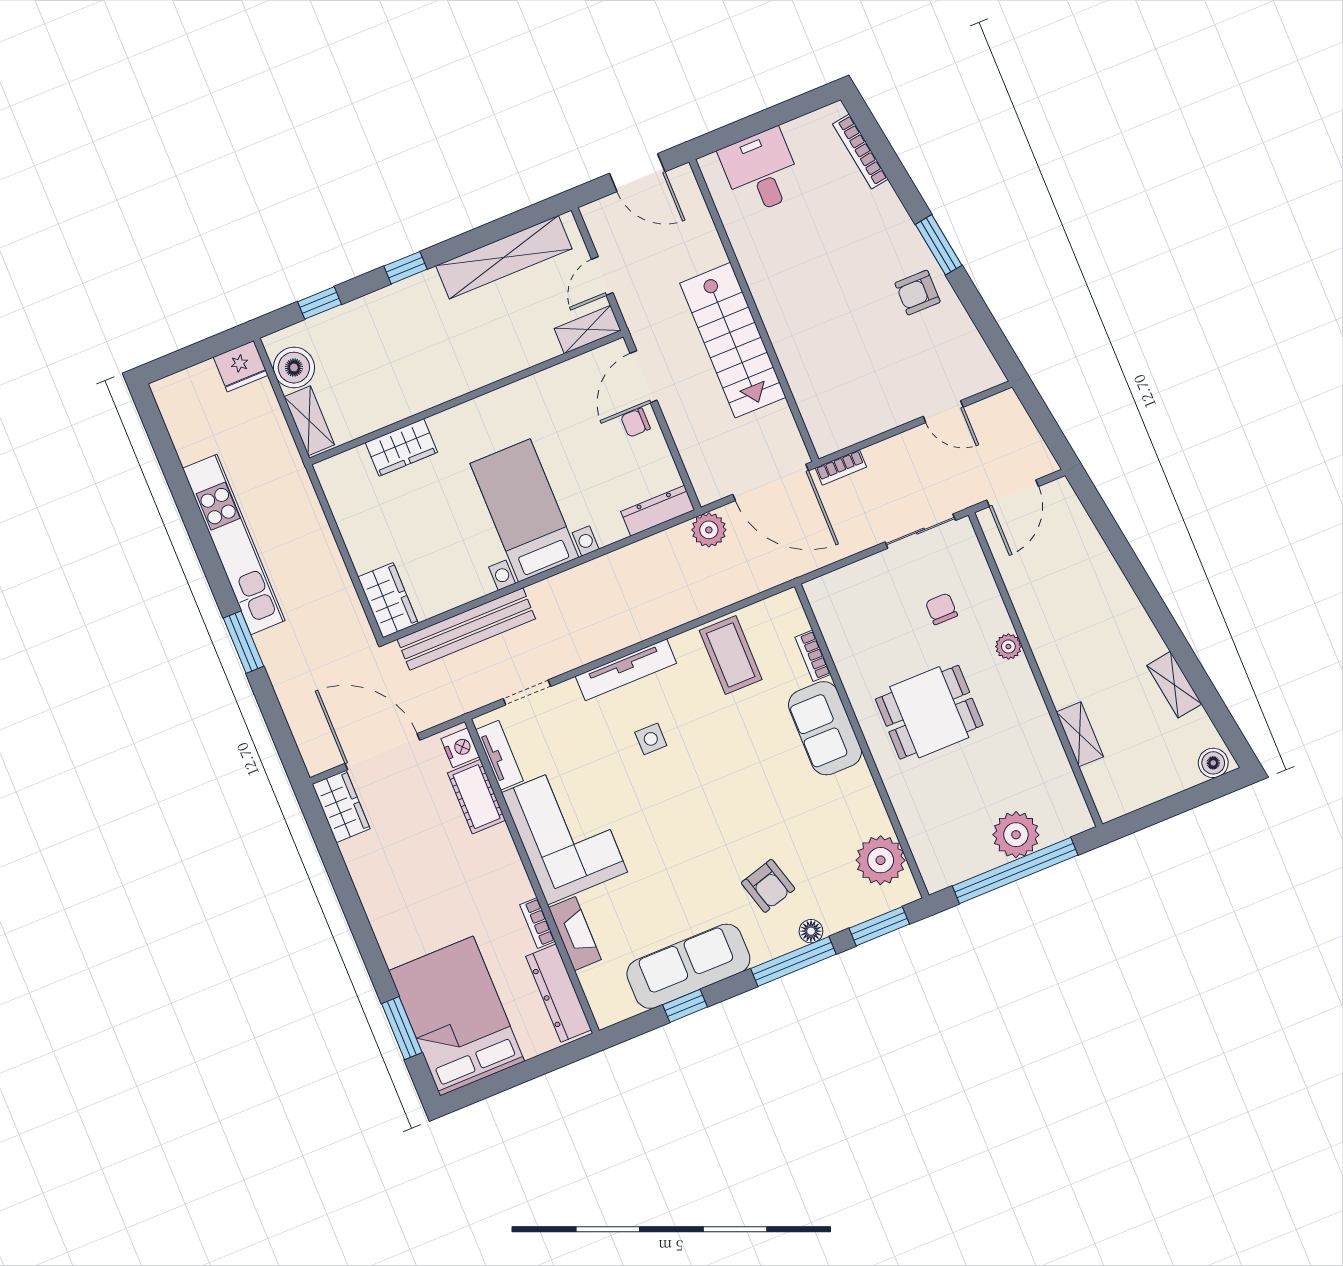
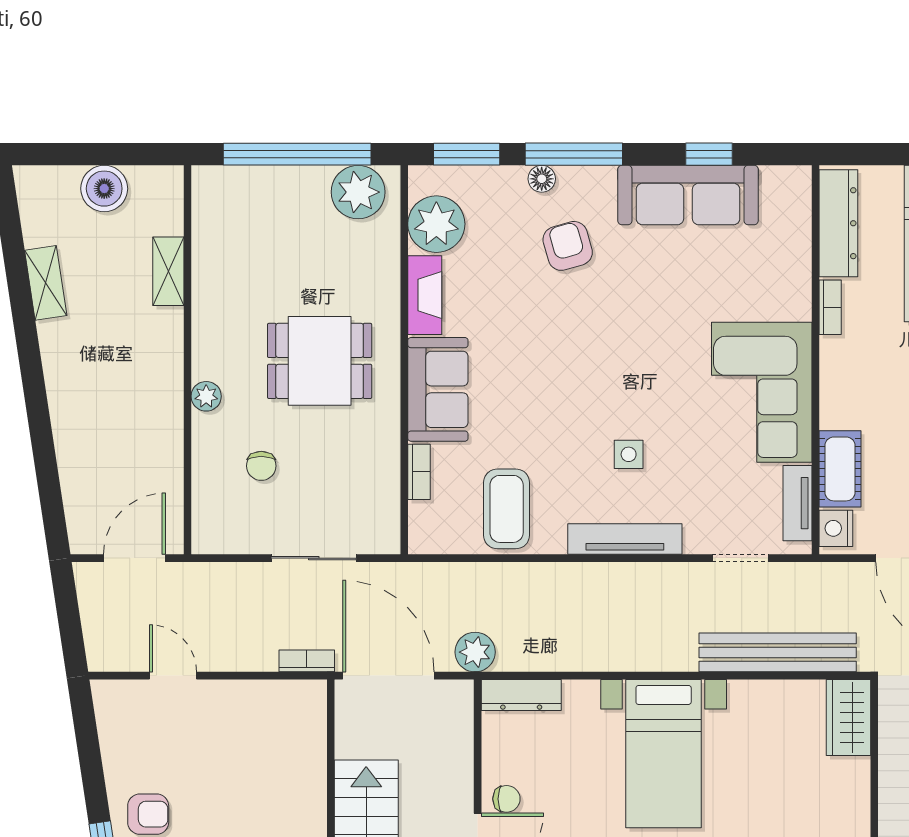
sliding door: (920, 531) -> (314, 558), moved
boiler: (1213, 763) -> (104, 189), moved, width x1.36, depth x1.36
plant: (1016, 835) -> (358, 192), moved
fireplace: (575, 934) -> (425, 295), moved, turned 180

